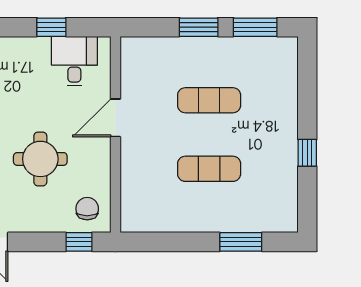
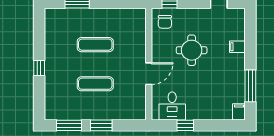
window: (307, 153) -> (39, 68), moved

